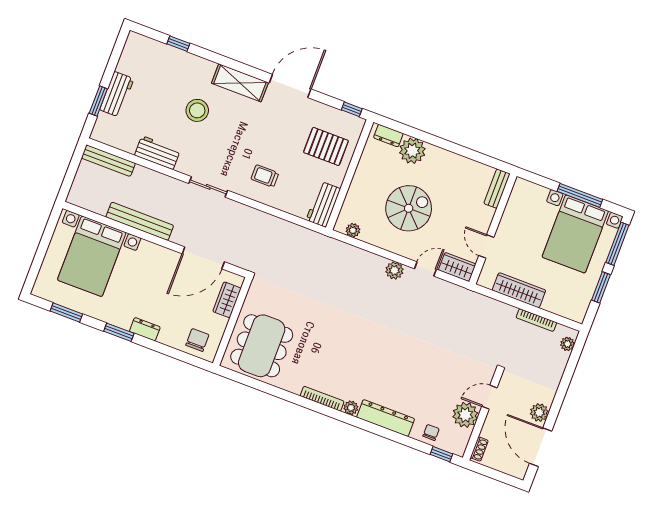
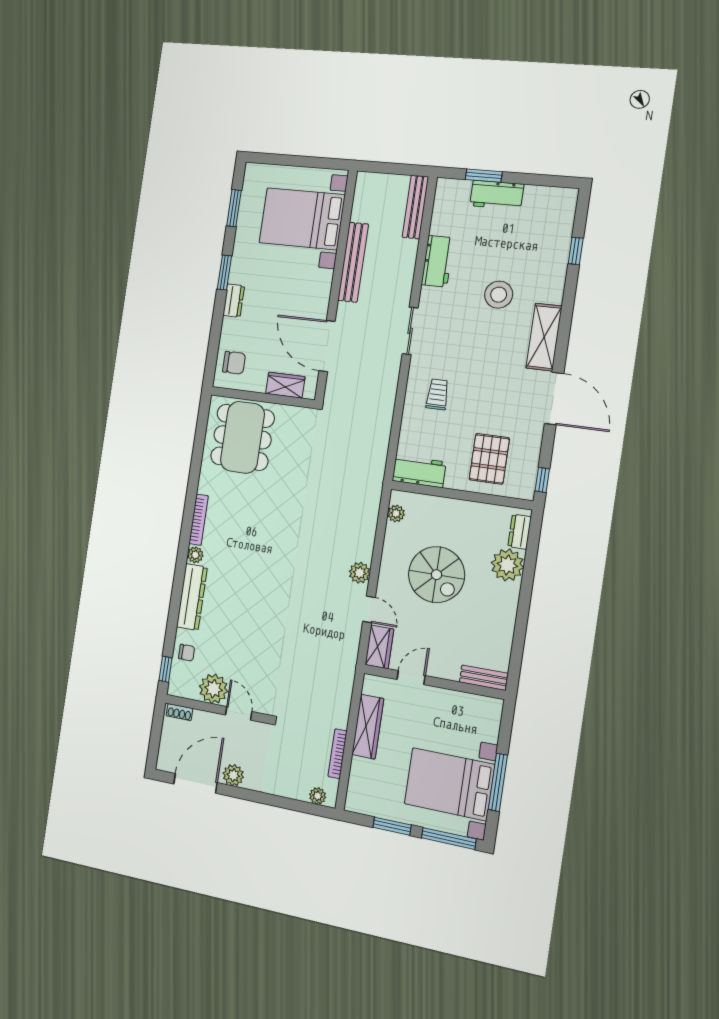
dining table: (262, 346) -> (242, 437), turned 90

